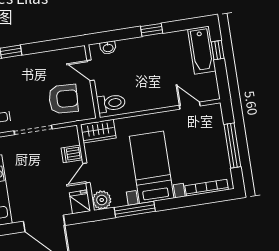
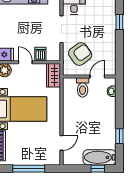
window: (152, 30) -> (119, 136), moved
armchair: (63, 99) -> (80, 54), turned -129
toilet: (111, 103) -> (83, 87), moved

